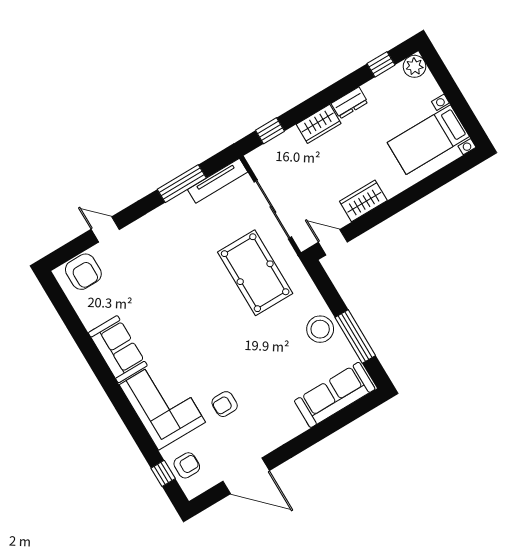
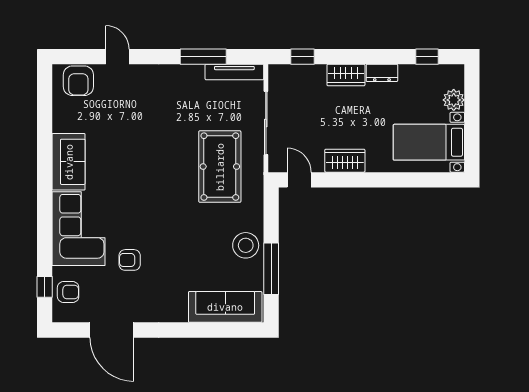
plant: (415, 66) -> (454, 100), moved

